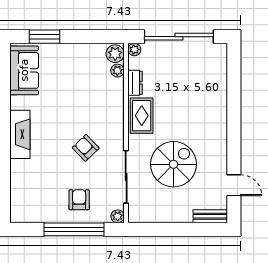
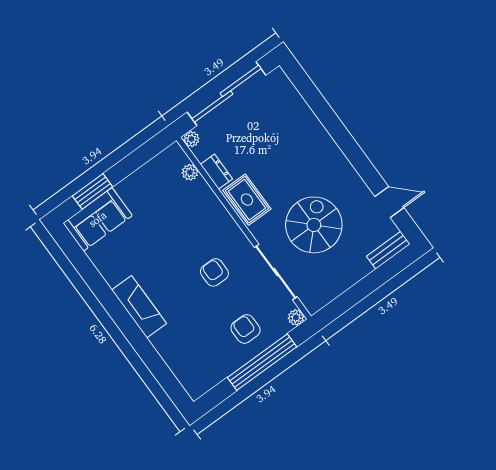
plant: (115, 54) -> (175, 157), removed
sofa: (24, 70) -> (98, 219), moved, turned 90
armchair: (86, 148) -> (214, 272), turned 44

